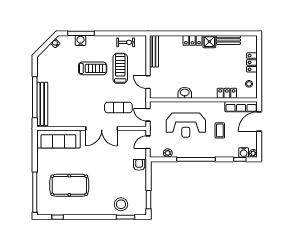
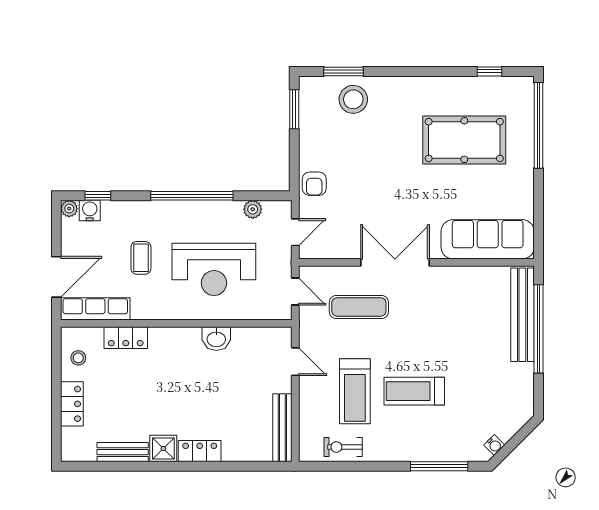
water cooler: (81, 40) -> (440, 451), removed
reception desk: (186, 125) -> (214, 269), turned 180

